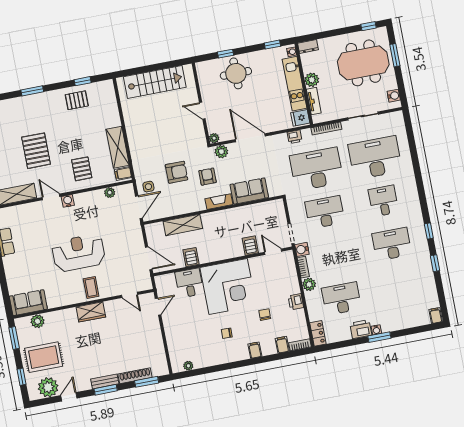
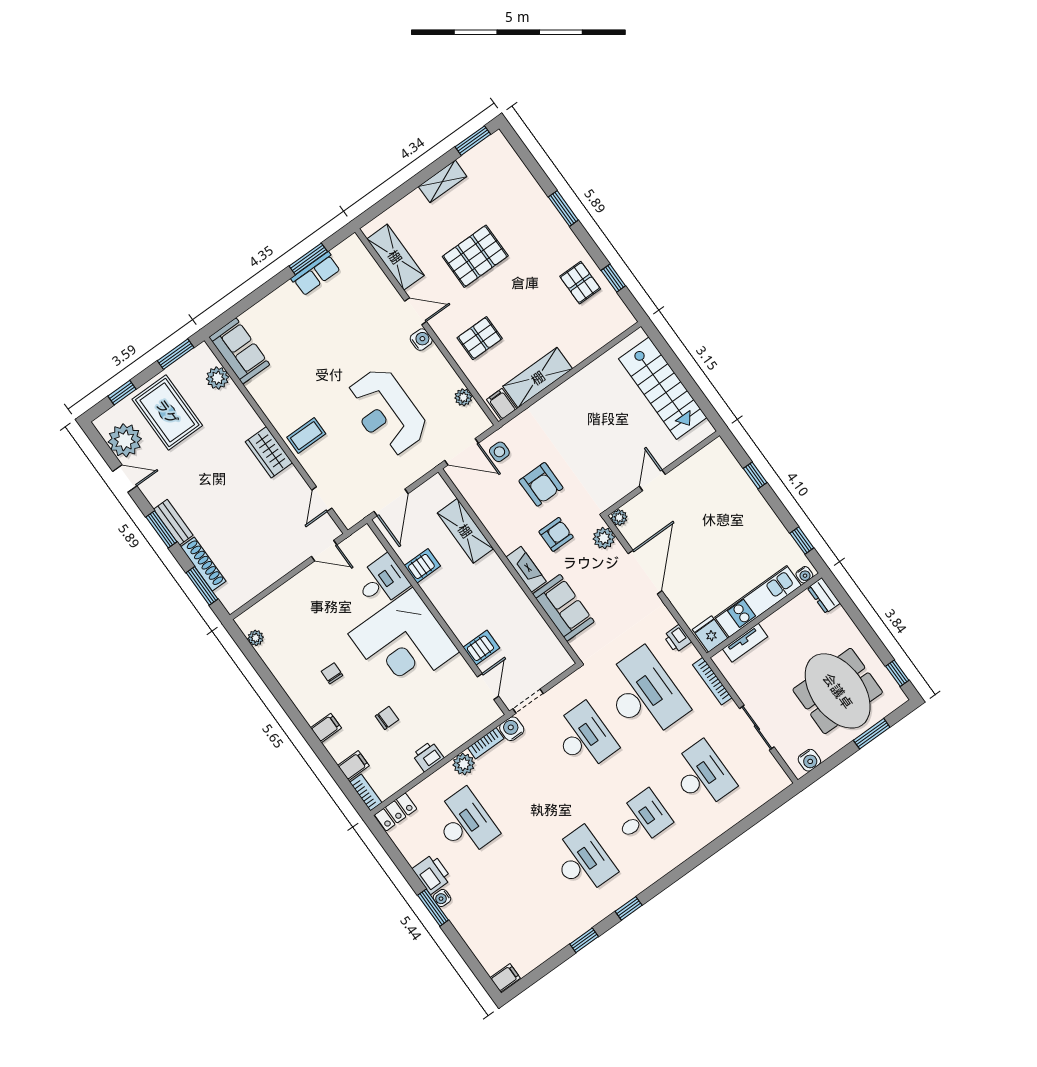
round table: (236, 73) -> (732, 505), removed
plant: (312, 80) -> (776, 625), removed
desk: (375, 158) -> (702, 776), width x0.73, depth x0.77
door: (51, 197) -> (416, 311), hinge flipped
reception desk: (79, 253) -> (386, 412), moved, turned 180

